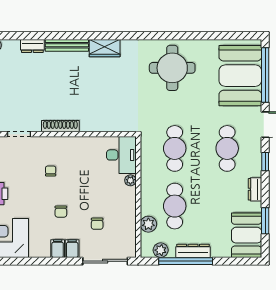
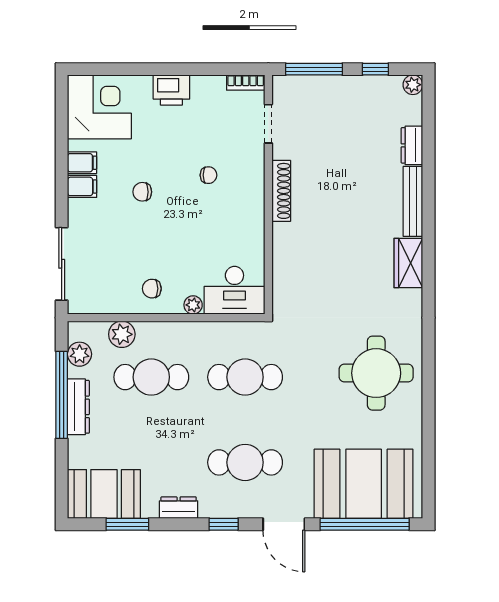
chair: (97, 224) -> (152, 289), moved
filing cabinet: (72, 249) -> (82, 163), moved

